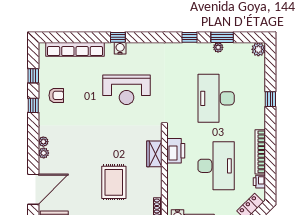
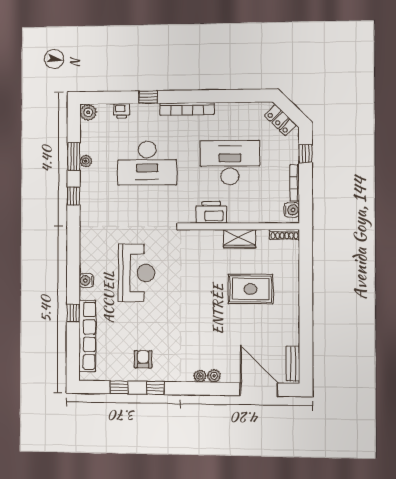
window: (118, 37) -> (73, 313), moved
bookcase: (260, 152) -> (187, 109), moved
wardrobe: (154, 154) -> (239, 239), moved
printer: (259, 182) -> (122, 111), moved

